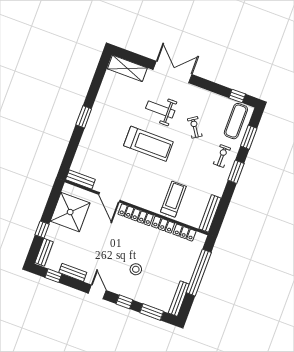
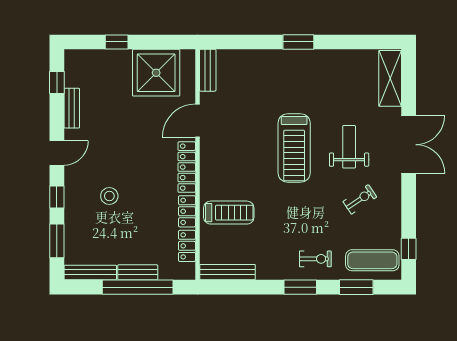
exercise bike: (195, 127) -> (360, 199), moved
bench: (44, 252) -> (138, 272), moved

